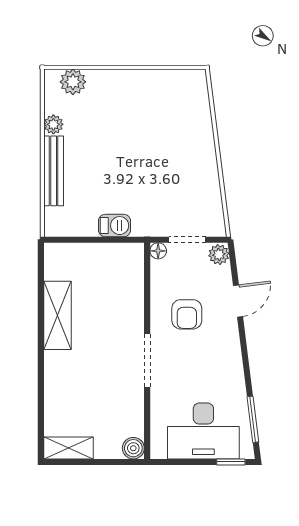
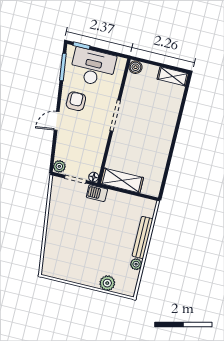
plant: (73, 82) -> (107, 283), moved
barbecue: (115, 226) -> (97, 193), moved
door: (238, 301) -> (57, 121), moved
armchair: (187, 314) -> (76, 101), moved
shelving: (57, 315) -> (122, 181), moved, turned 90

